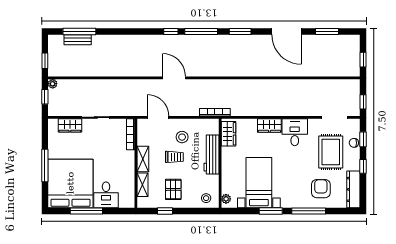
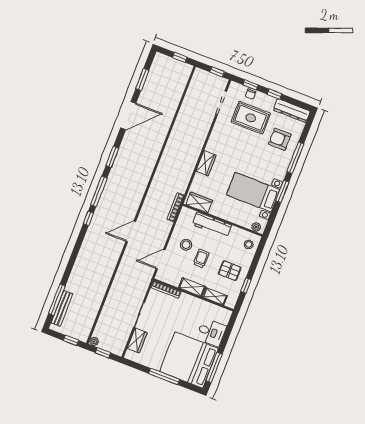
bench: (78, 40) -> (62, 308), width x1.36
desk: (295, 132) -> (221, 143), removed
window: (86, 211) -> (214, 367), moved

